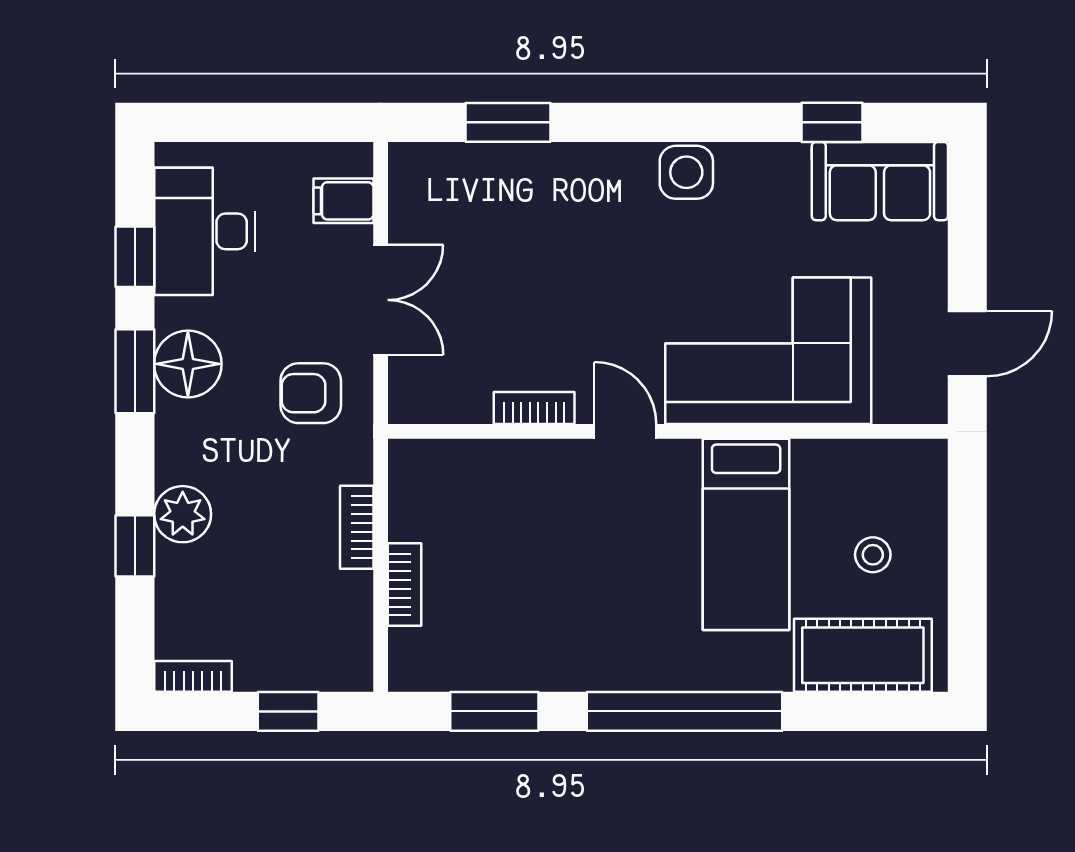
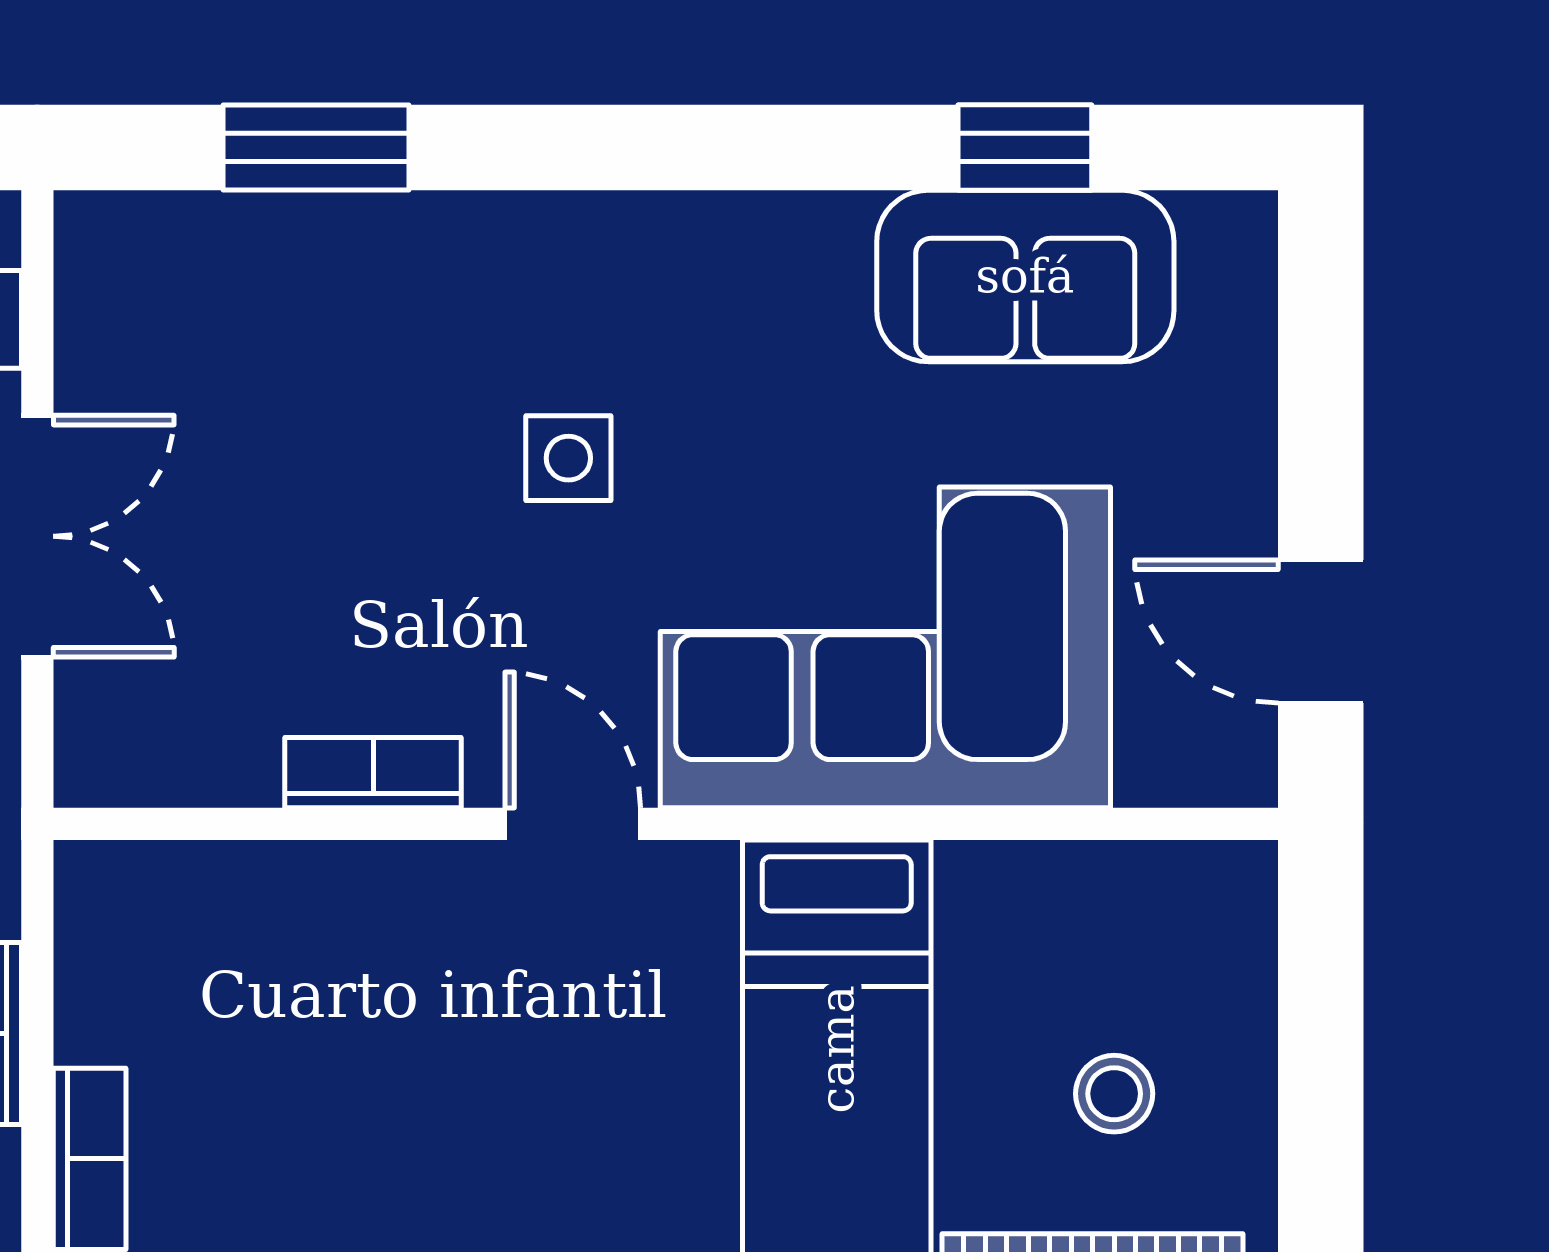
side table: (686, 172) -> (568, 458), moved, width x0.73, depth x0.73
sofa: (880, 181) -> (1025, 276), moved
door: (967, 344) -> (1321, 632), swing flipped

